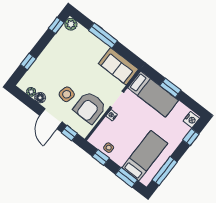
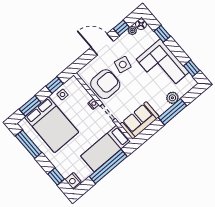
plant: (71, 24) -> (172, 98), moved
corner sofa: (60, 55) -> (163, 66), added
window: (170, 88) -> (108, 167), width x2.11
floor lamp: (40, 98) -> (141, 24), moved
armchair: (90, 108) -> (105, 84), turned 90
window: (69, 133) -> (121, 28), moved
bed: (145, 156) -> (51, 125), width x1.50

